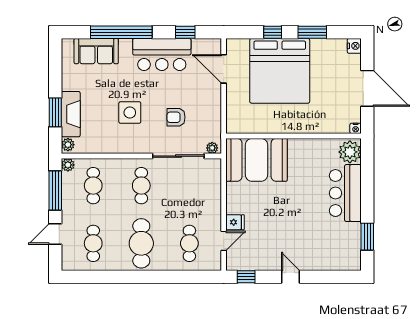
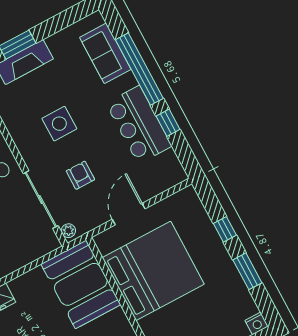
window: (185, 32) -> (168, 123), moved
door: (224, 69) -> (129, 214), moved
bed: (280, 71) -> (153, 271), moved, turned 180

